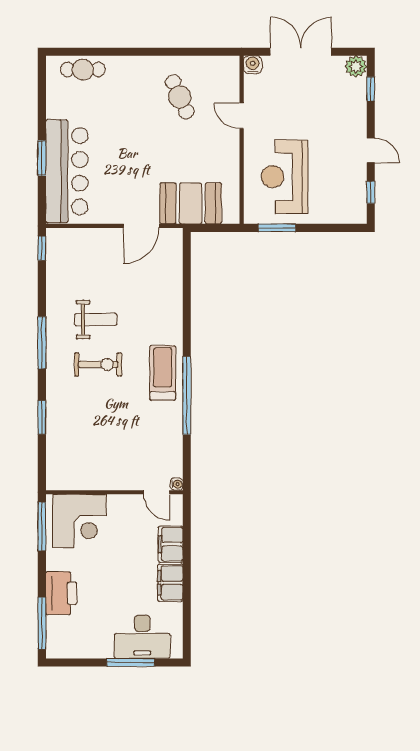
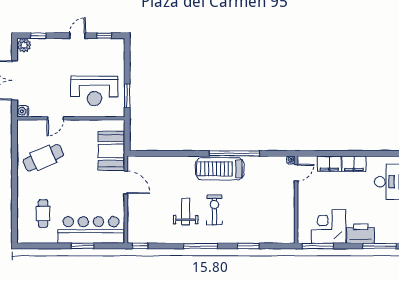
cafe table: (83, 70) -> (43, 214), moved
cafe table: (180, 97) -> (43, 158), width x1.37, depth x1.35
treadmill: (163, 373) -> (220, 169), width x1.37, depth x1.38
corner desk: (79, 521) -> (329, 226), moved, turned -90

